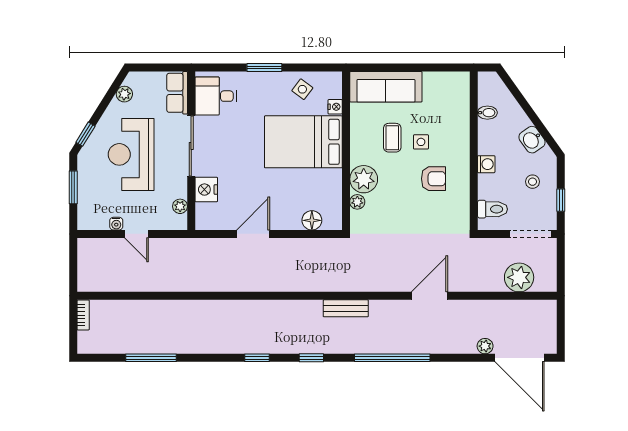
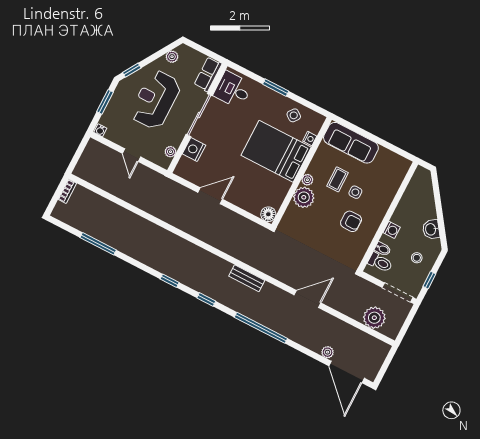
bidet: (487, 113) -> (383, 249), moved
plant: (357, 202) -> (307, 180), moved
floor lamp: (312, 220) -> (268, 214), moved
water cooler: (116, 224) -> (100, 130), moved

